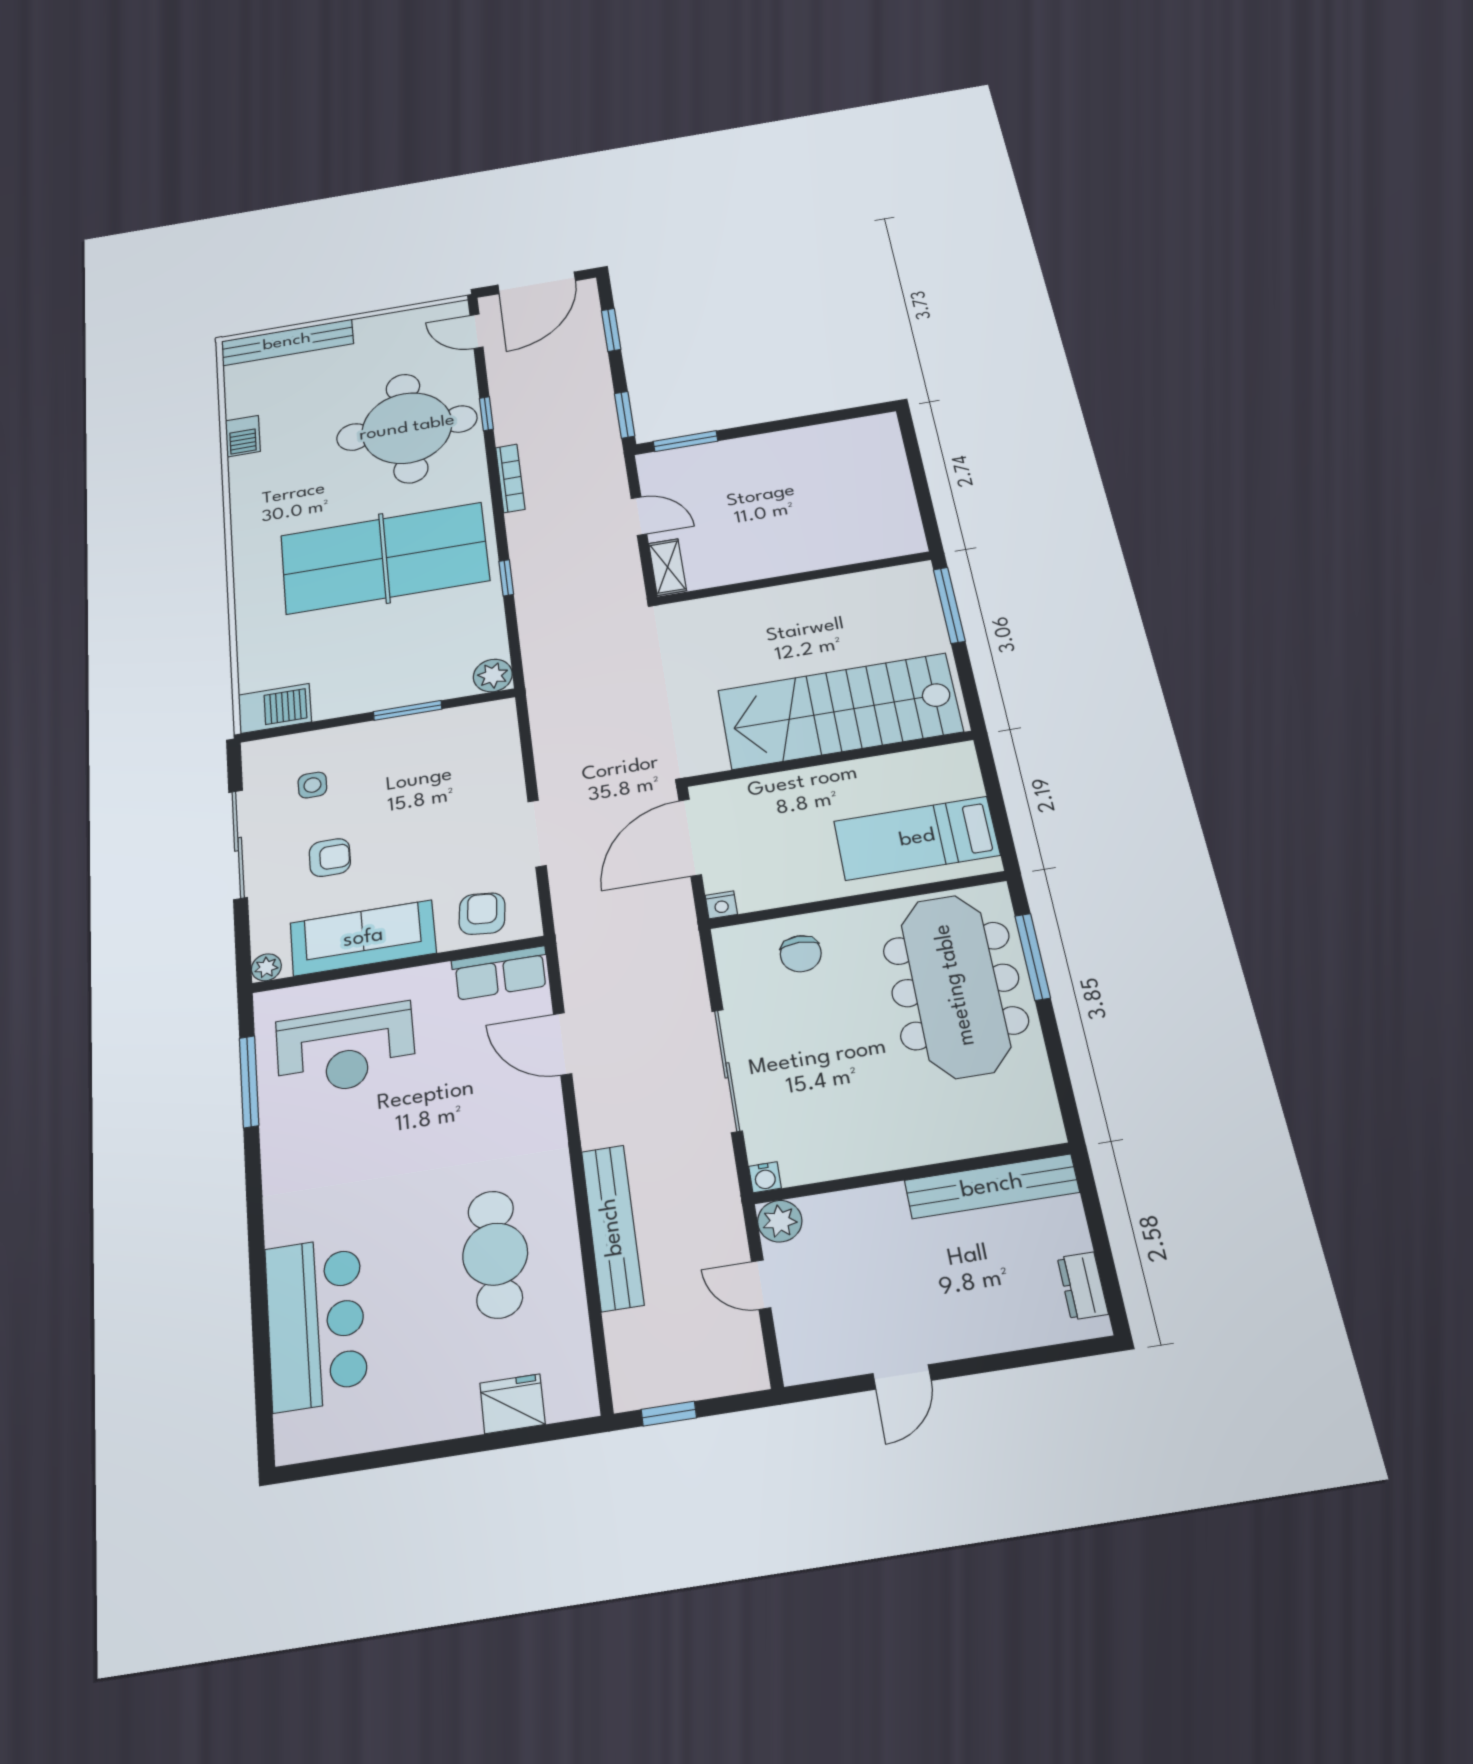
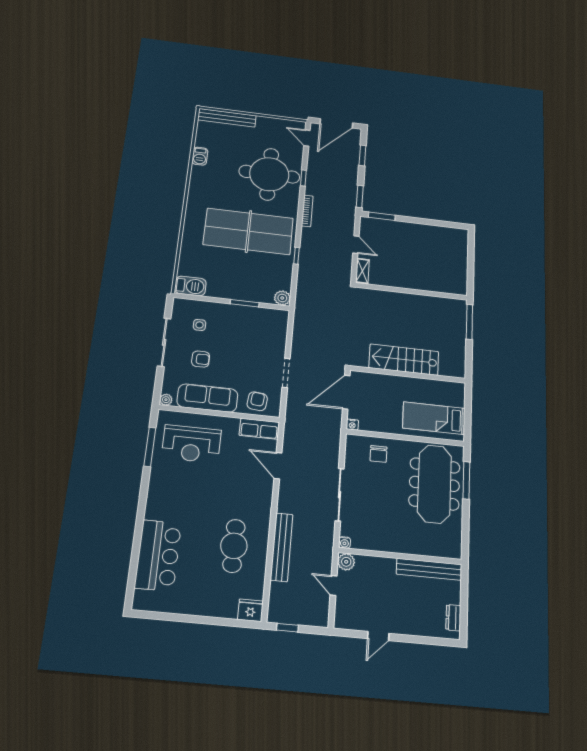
stairs: (840, 711) -> (404, 360), width x0.73, depth x0.66
fridge: (512, 1404) -> (250, 610), moved

